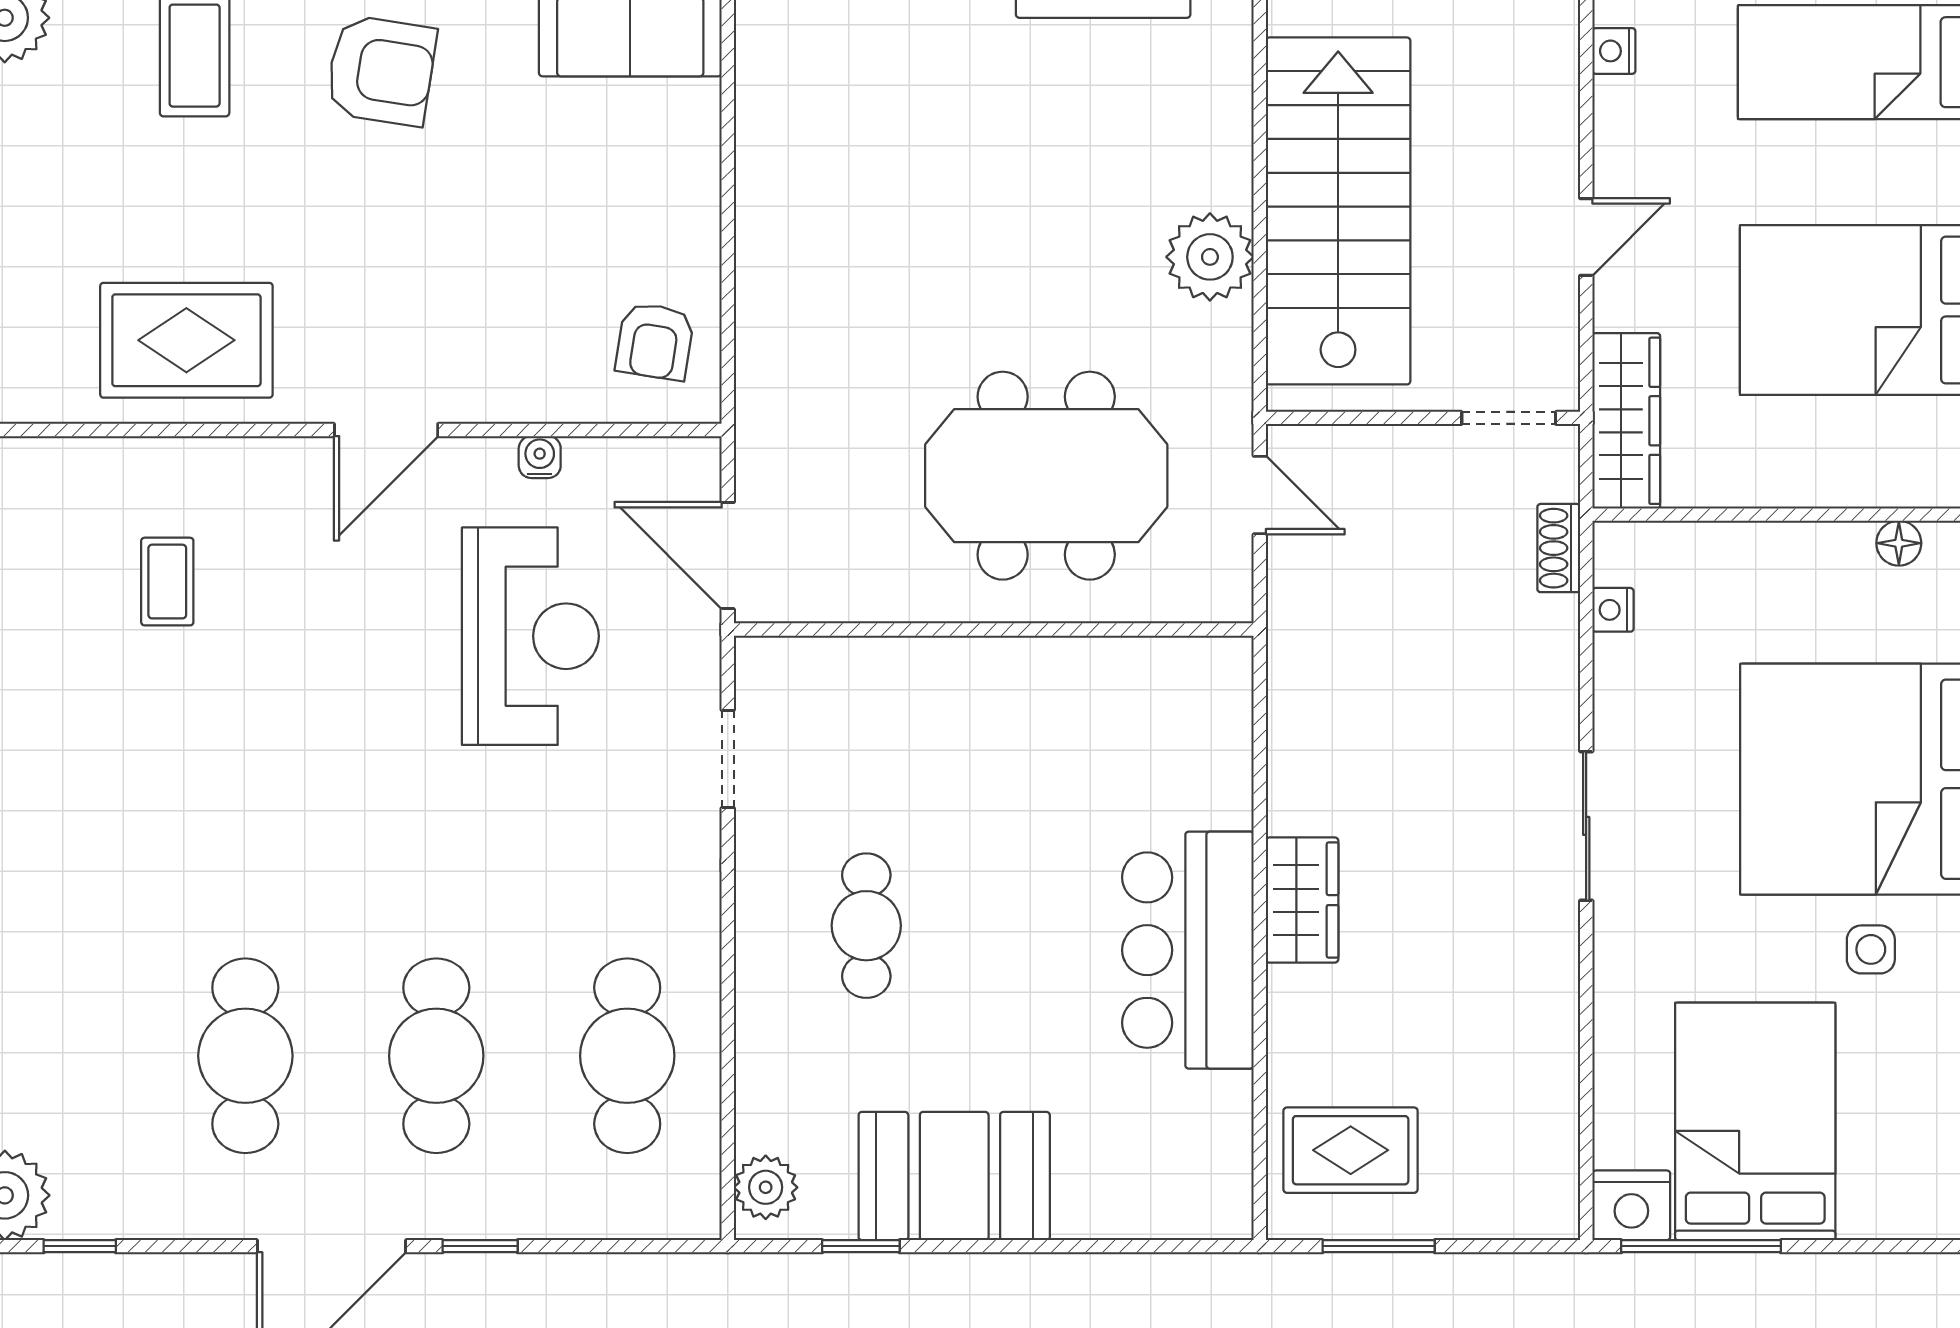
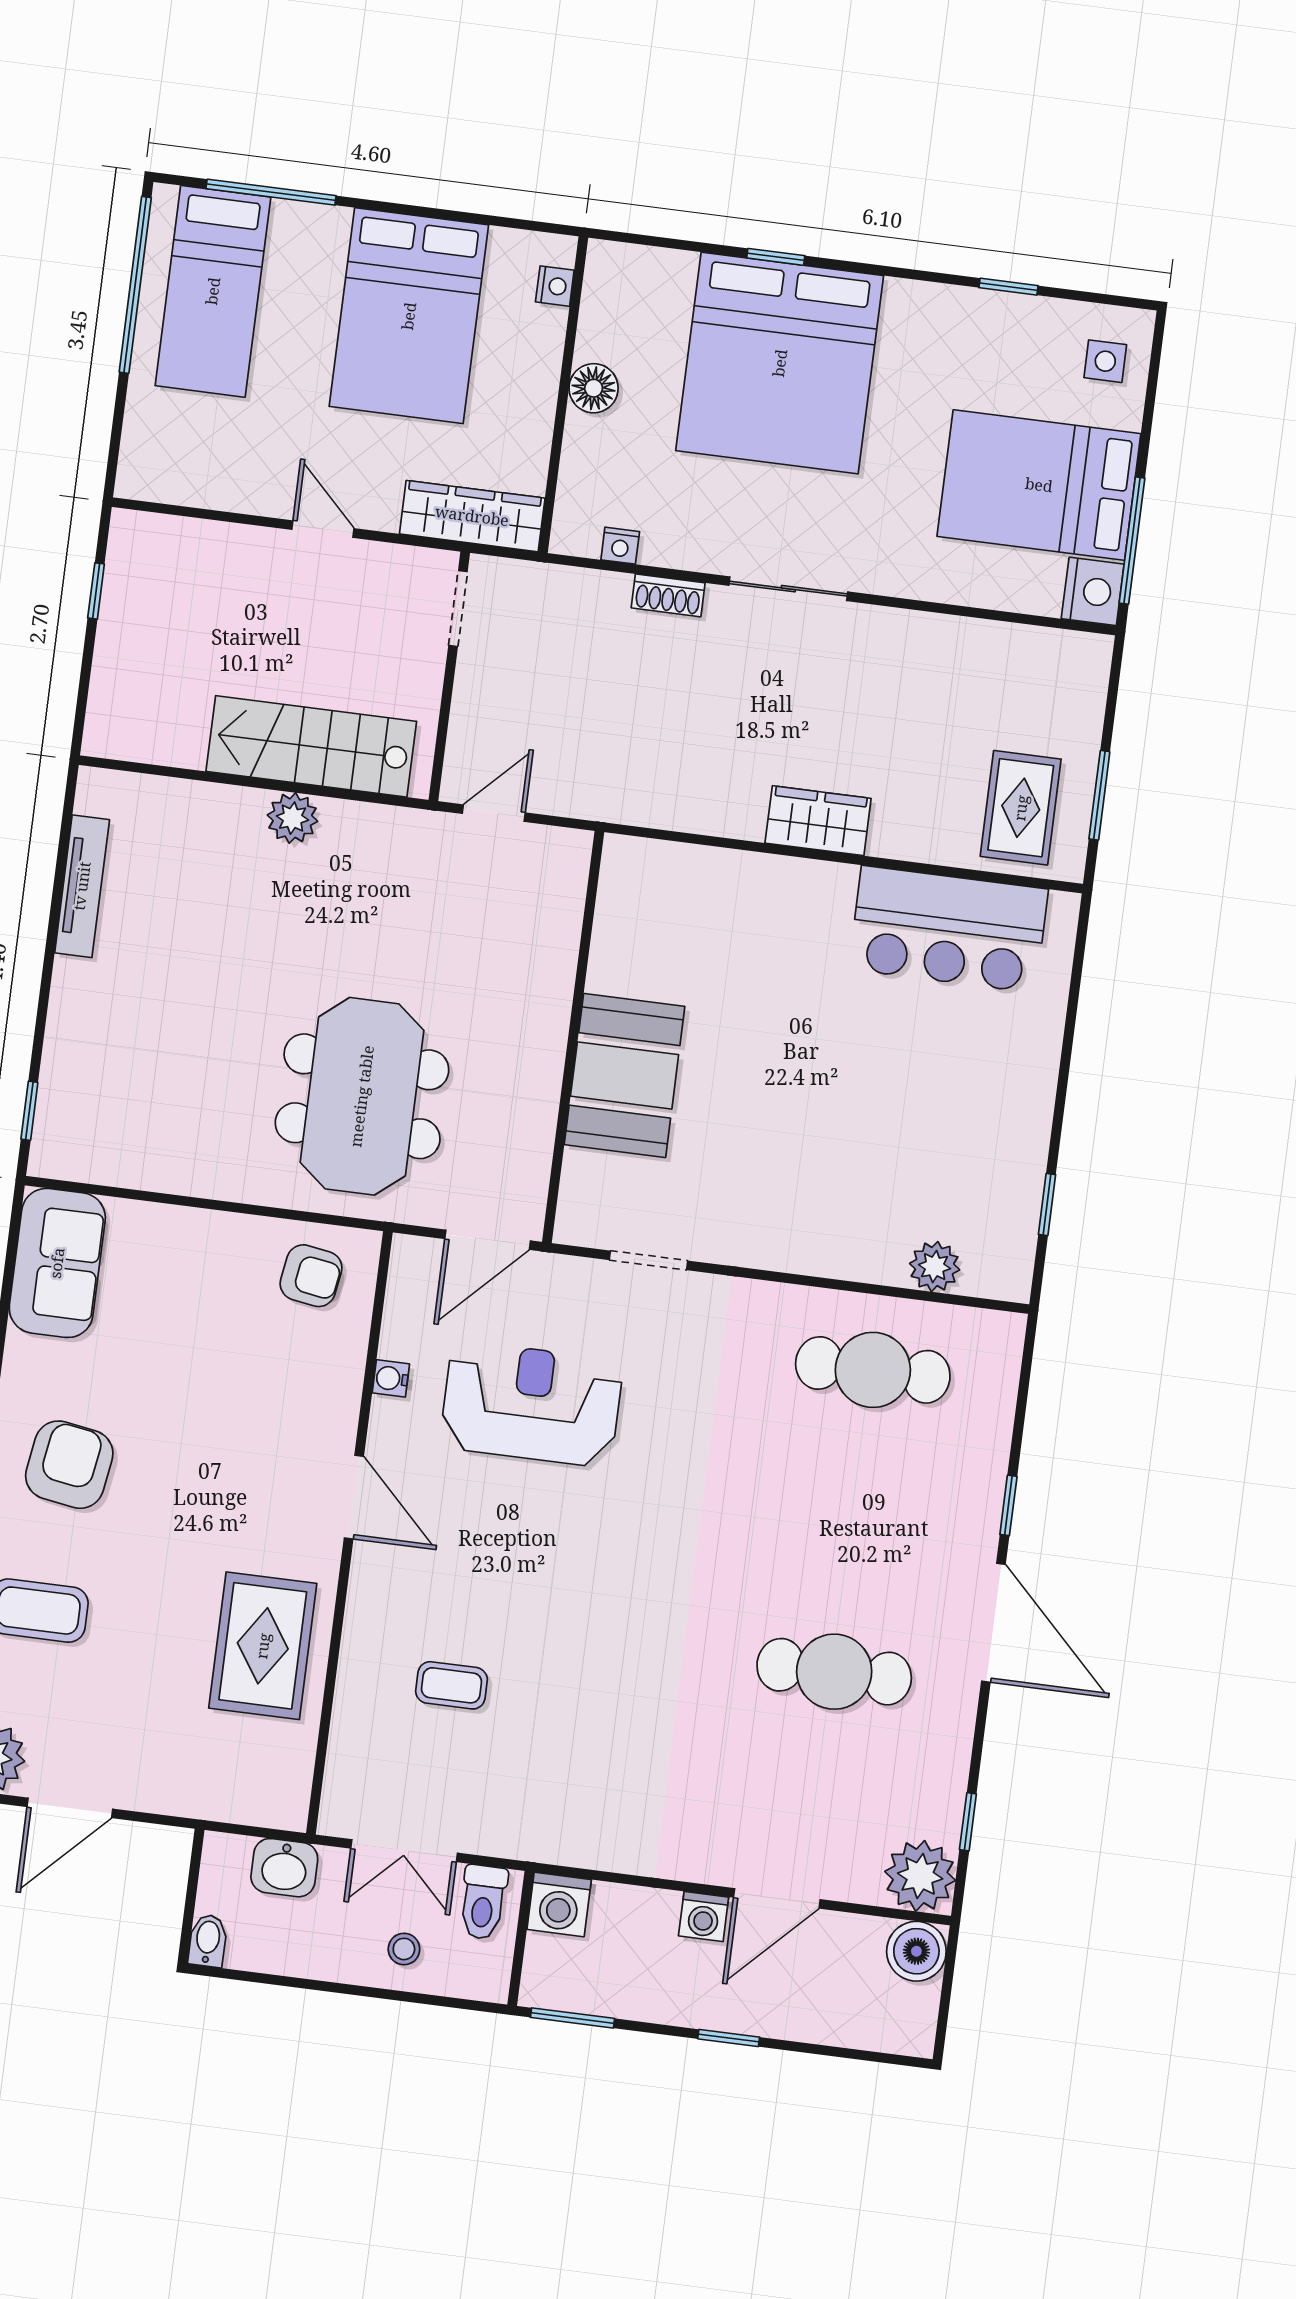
nightstand: (1614, 51) -> (555, 286), moved, turned -90
stairs: (1338, 211) -> (311, 746), width x0.73, depth x0.66
plant: (1210, 257) -> (292, 818), width x0.73, depth x0.73
meeting table: (1046, 476) -> (362, 1096), moved
floor lamp: (1899, 543) -> (594, 388), moved, width x1.37, depth x1.37
shoe rack: (1559, 548) -> (668, 595), moved
cafe table: (866, 926) -> (794, 1168), removed
side table: (1871, 949) -> (1105, 361), moved
bar counter: (1188, 950) -> (948, 929), moved
cafe table: (436, 1056) -> (853, 1521), removed
booth: (954, 1176) -> (625, 1075), moved
plant: (766, 1187) -> (935, 1267), moved

